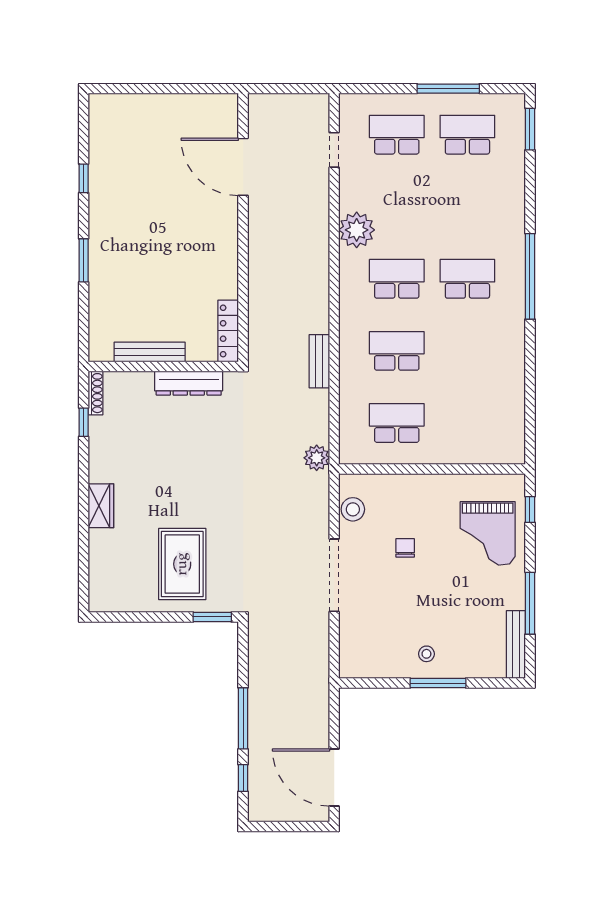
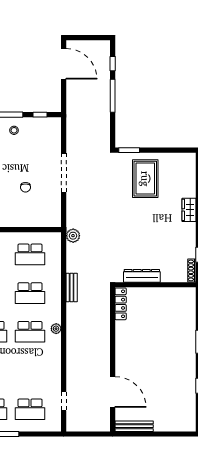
plant: (357, 230) -> (56, 329), moved, width x0.53, depth x0.53
bench: (150, 352) -> (134, 426), moved
stool: (353, 509) -> (54, 208), removed
window: (378, 683) -> (40, 115), added

